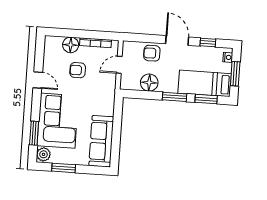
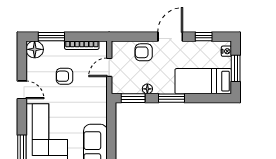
window: (68, 33) -> (51, 37), added
door: (177, 40) -> (170, 37), hinge flipped
floor lamp: (71, 45) -> (35, 49), moved
floor lamp: (149, 83) -> (147, 89), width x0.53, depth x0.53
window: (206, 99) -> (133, 98), moved

